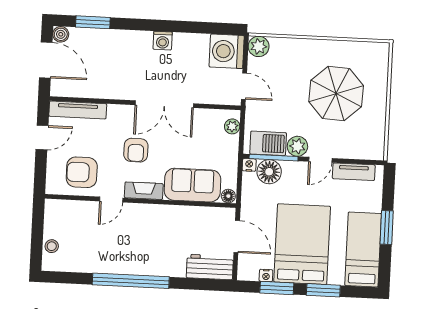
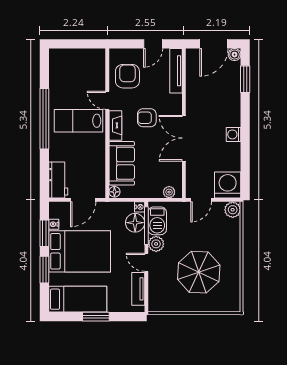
door: (42, 137) -> (153, 44), hinge flipped
lab bench: (135, 238) -> (78, 121), added
stool: (52, 246) -> (69, 56), removed

